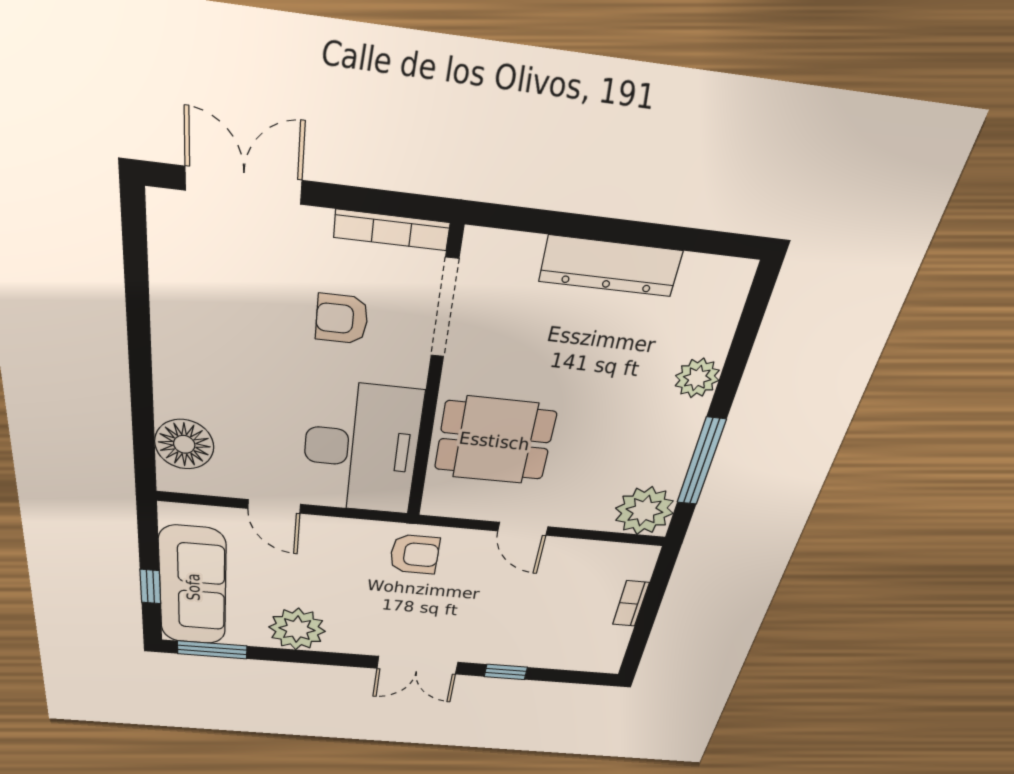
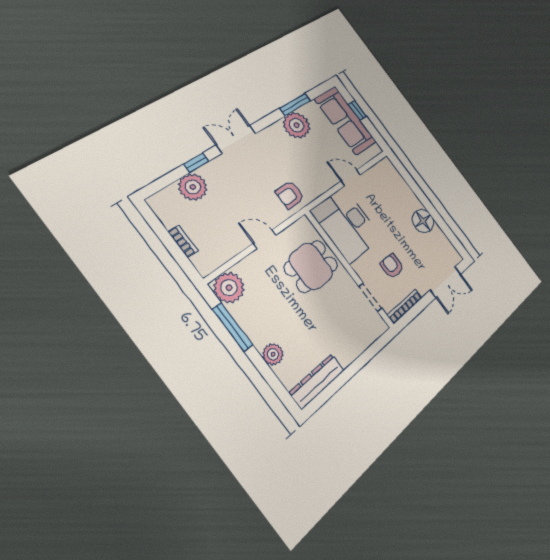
dresser: (610, 266) -> (317, 381), moved
doorway: (445, 308) -> (370, 297), width x0.73
armchair: (342, 319) -> (392, 266), turned -90
floor lamp: (184, 444) -> (423, 221), moved
window: (212, 650) -> (295, 104), moved
plant: (544, 650) -> (193, 187), added

